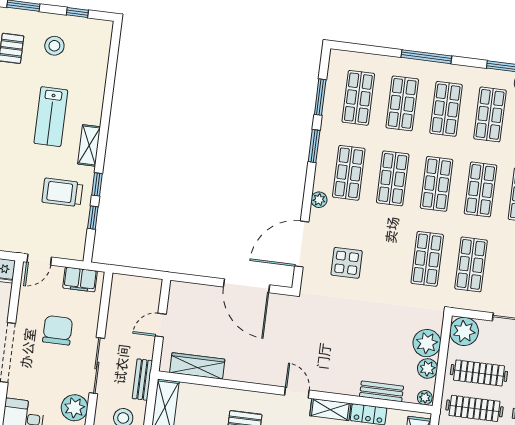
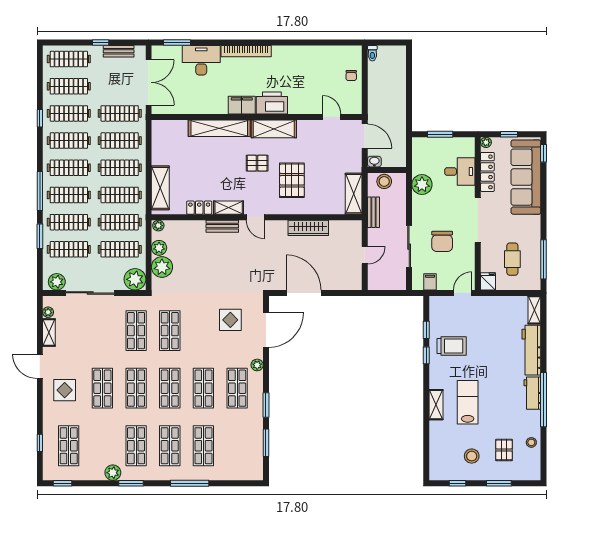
shop shelf: (358, 98) -> (237, 446), removed
shelving: (89, 145) -> (436, 405), moved
filing cabinet: (80, 279) -> (430, 282), width x0.50
sliding door: (97, 366) -> (409, 247), moved
wardrobe: (197, 366) -> (308, 228), moved
bench: (381, 391) -> (222, 226), moved

